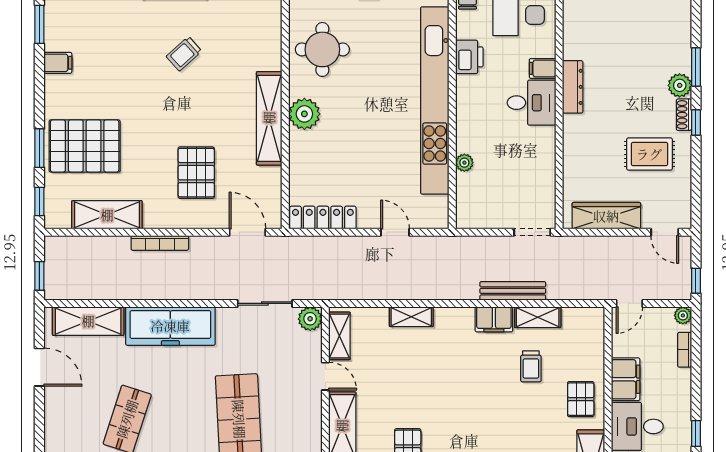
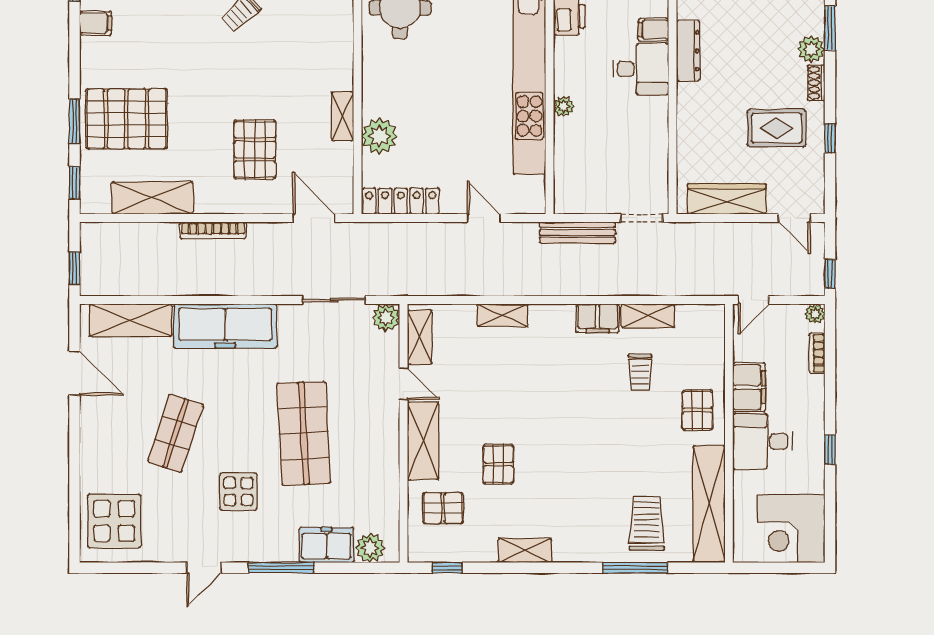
plant: (304, 114) -> (379, 136), moved
shelving: (269, 118) -> (343, 116), width x0.45, depth x0.75
window: (696, 122) -> (830, 138), moved
plant: (464, 163) -> (564, 106), moved
bench: (513, 291) -> (577, 233), moved

